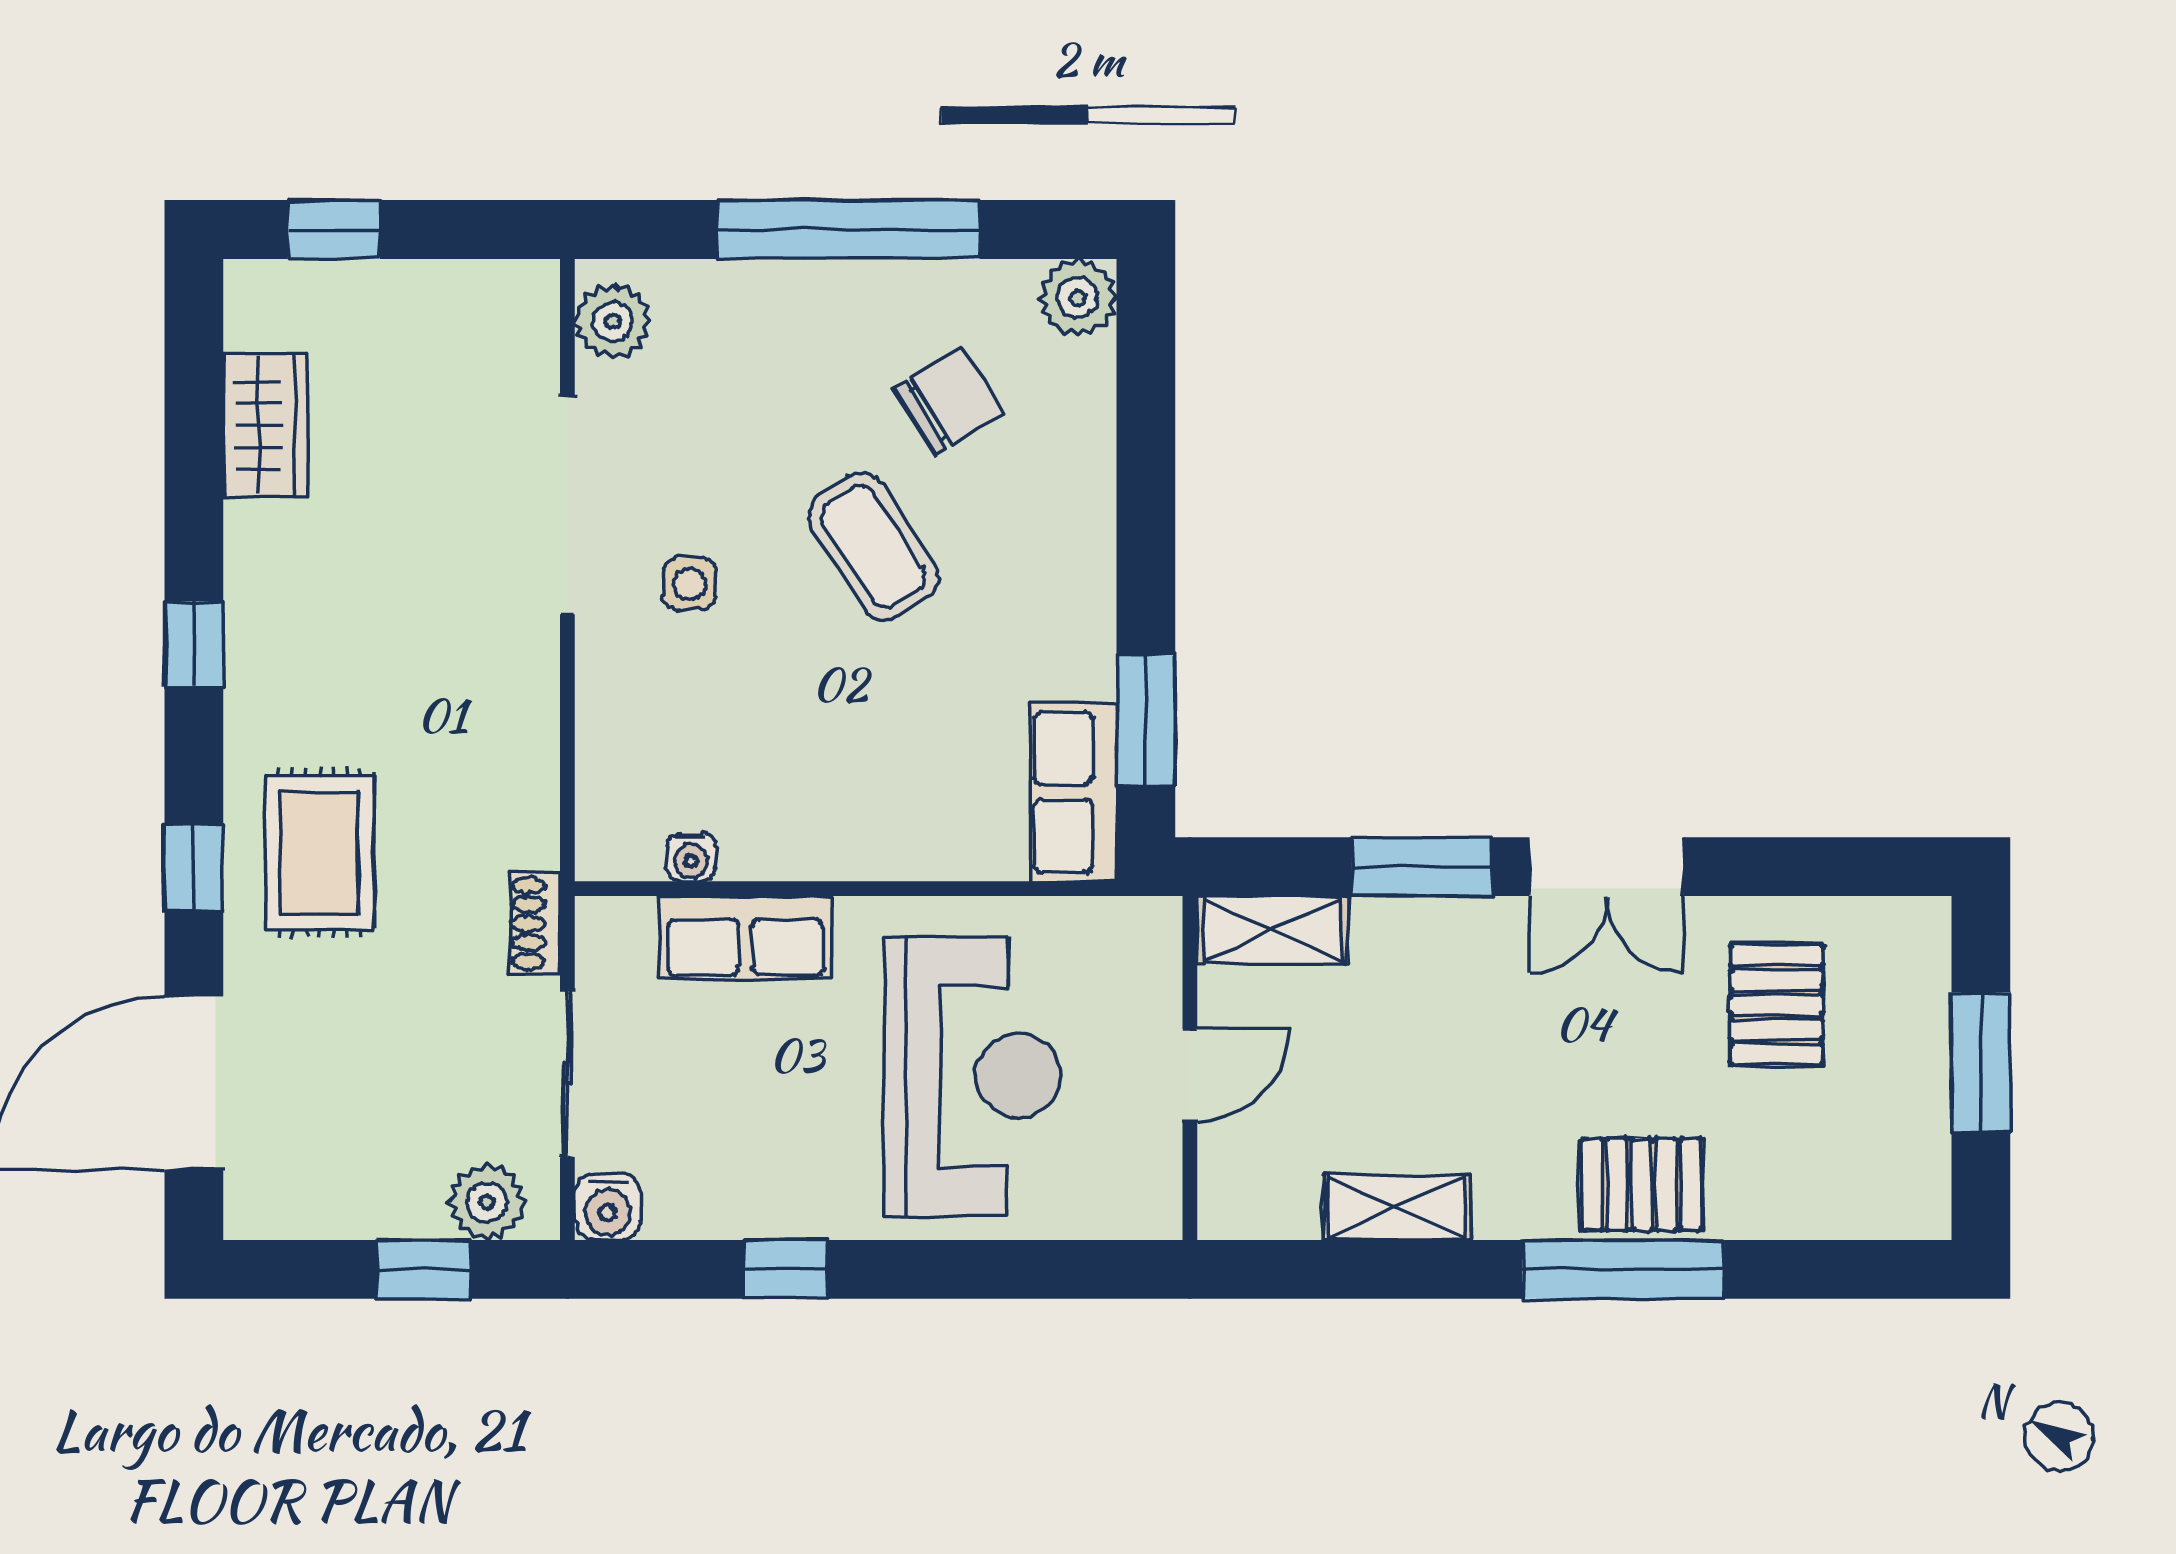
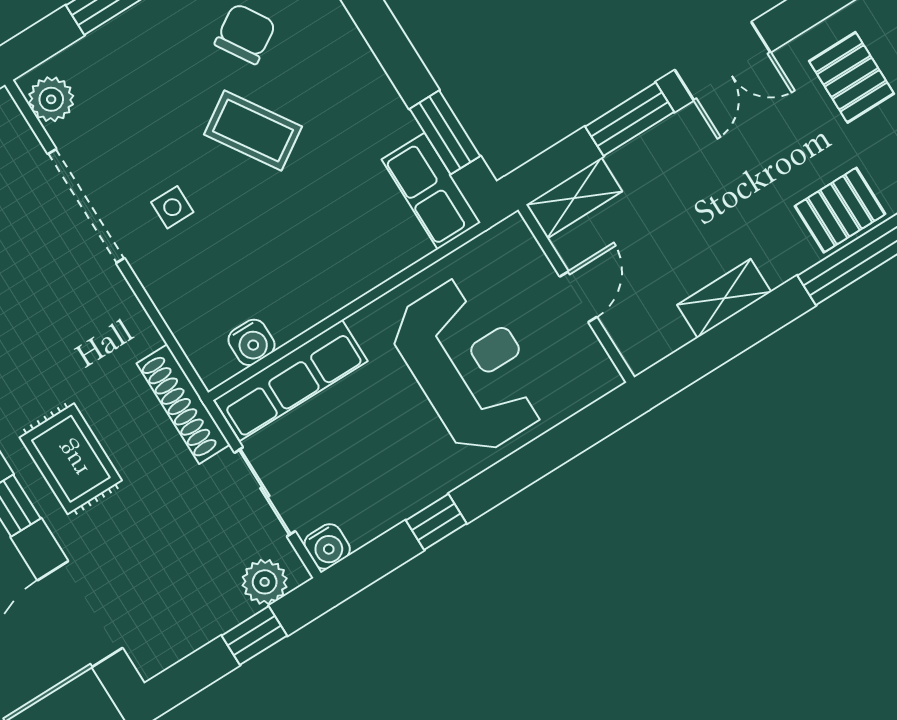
water cooler: (691, 857) -> (251, 342), width x1.38, depth x1.38
shoe rack: (535, 923) -> (183, 404), width x1.94, depth x1.24
row of seats: (745, 937) -> (291, 380), width x1.48

